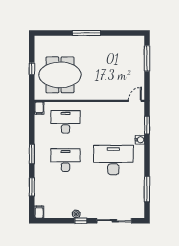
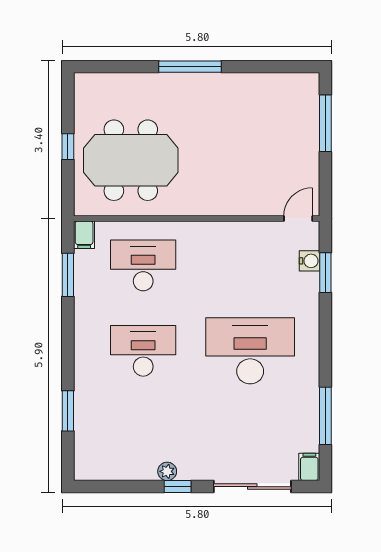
water cooler: (140, 140) -> (309, 261), moved
window: (32, 154) -> (68, 275), moved
filing cabinet: (39, 212) -> (309, 467), moved

